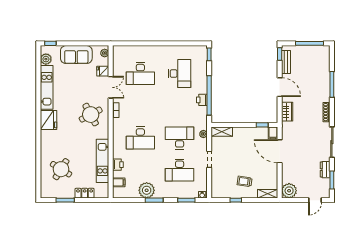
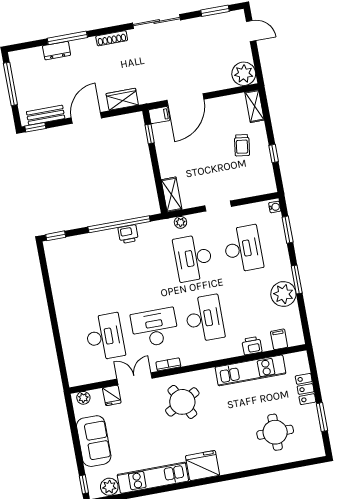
desk: (180, 74) -> (155, 328), moved
round table: (61, 169) -> (275, 432), turned -32
dresser: (325, 170) -> (57, 51), moved

